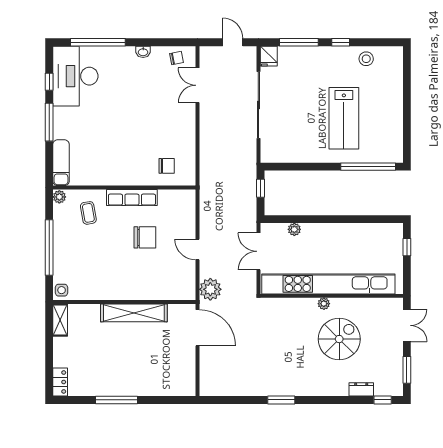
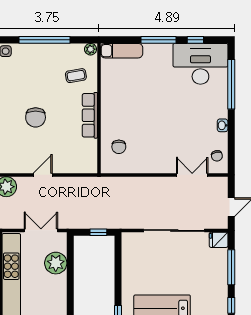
plant: (294, 229) -> (56, 263), width x1.88, depth x1.88
chair: (145, 237) -> (36, 117), moved

